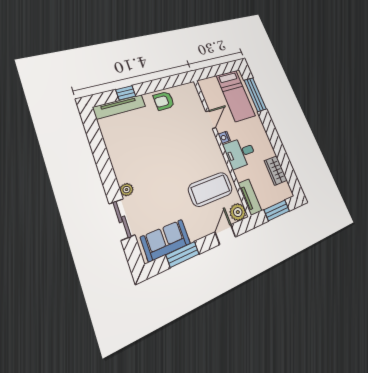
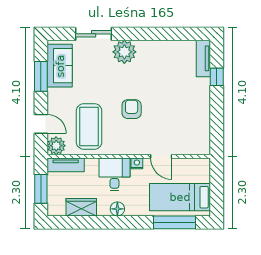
armchair: (164, 101) -> (132, 109), moved
tv unit: (119, 107) -> (203, 58), width x0.71
floor lamp: (265, 141) -> (117, 209), added
plant: (127, 190) -> (124, 52), width x1.87, depth x1.87

